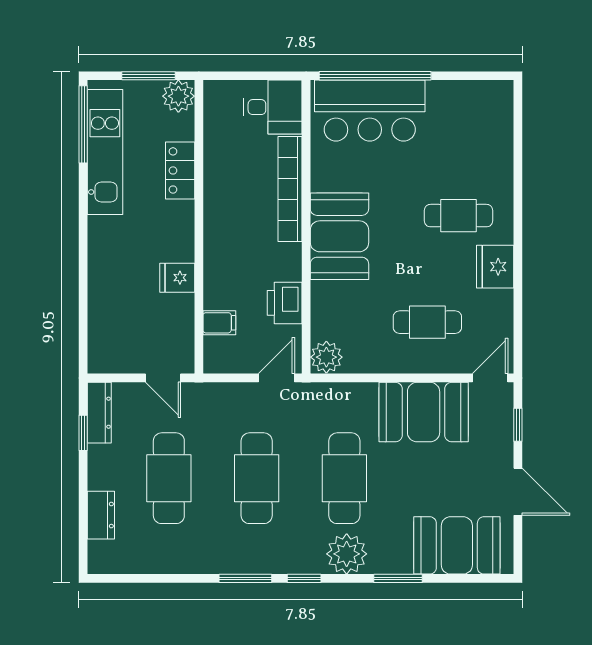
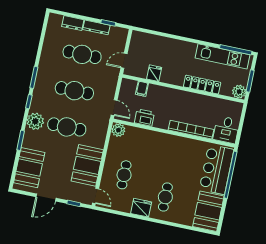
locker: (180, 170) -> (202, 85), width x1.53
booth: (339, 236) -> (208, 211), moved, turned 90
fridge: (177, 278) -> (154, 73), moved
dresser: (99, 413) -> (96, 27), moved

